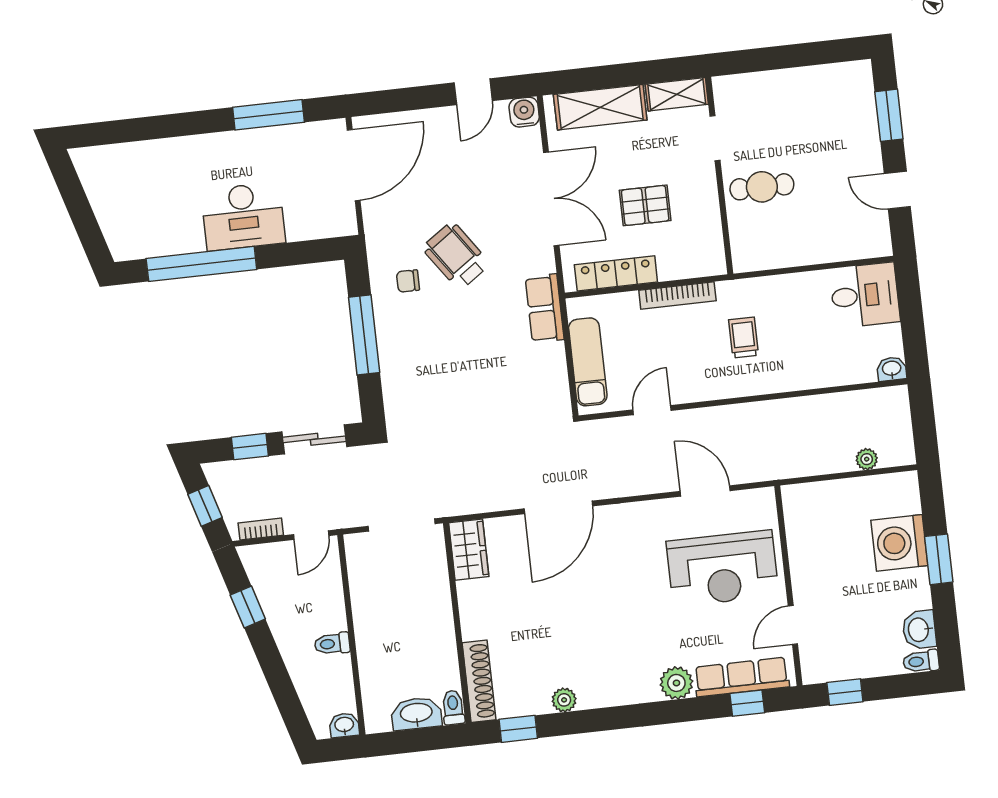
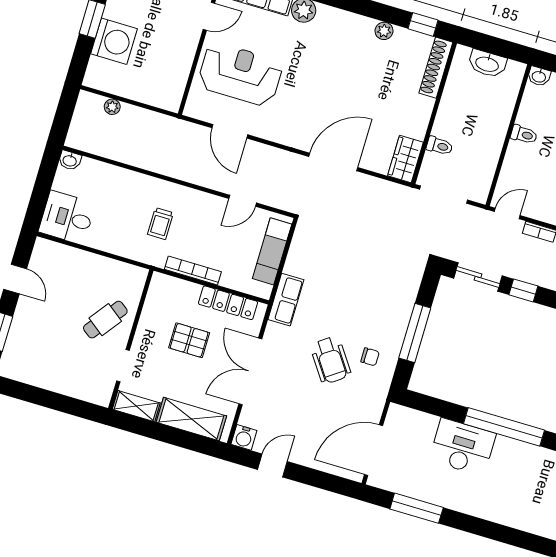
cafe table: (762, 187) -> (105, 320), turned -53
toilet: (453, 707) -> (439, 146), moved, turned -90

